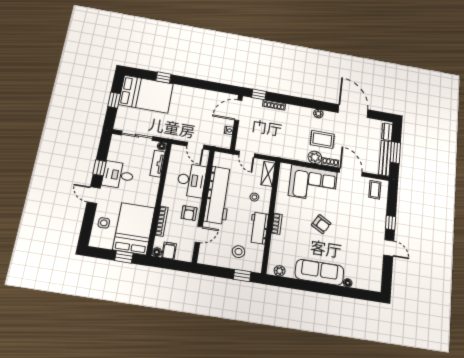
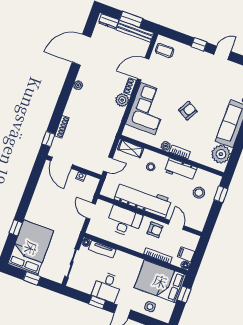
rug: (322, 139) -> (105, 88), removed
door: (195, 146) -> (91, 211), swing flipped
plant: (279, 208) -> (166, 146), added
plant: (280, 271) -> (221, 154), width x1.88, depth x1.88

